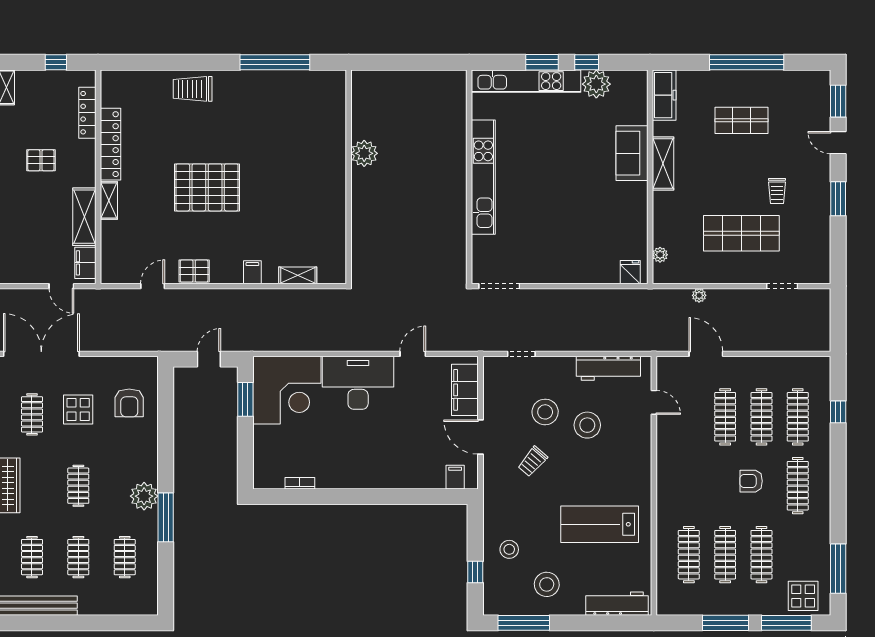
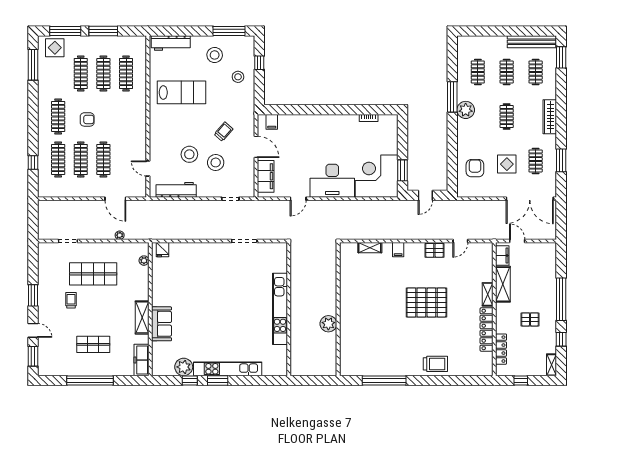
wall: (469, 177) -> (289, 309), moved
kitchen unit: (483, 177) -> (280, 309), moved

